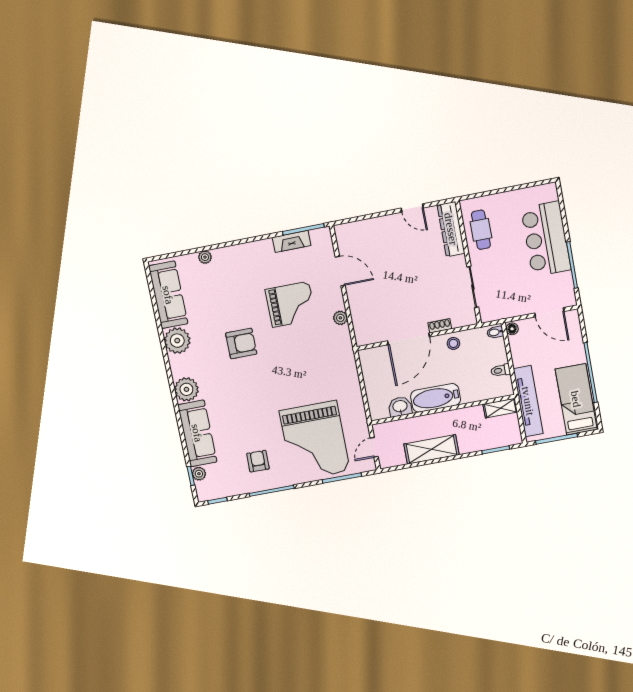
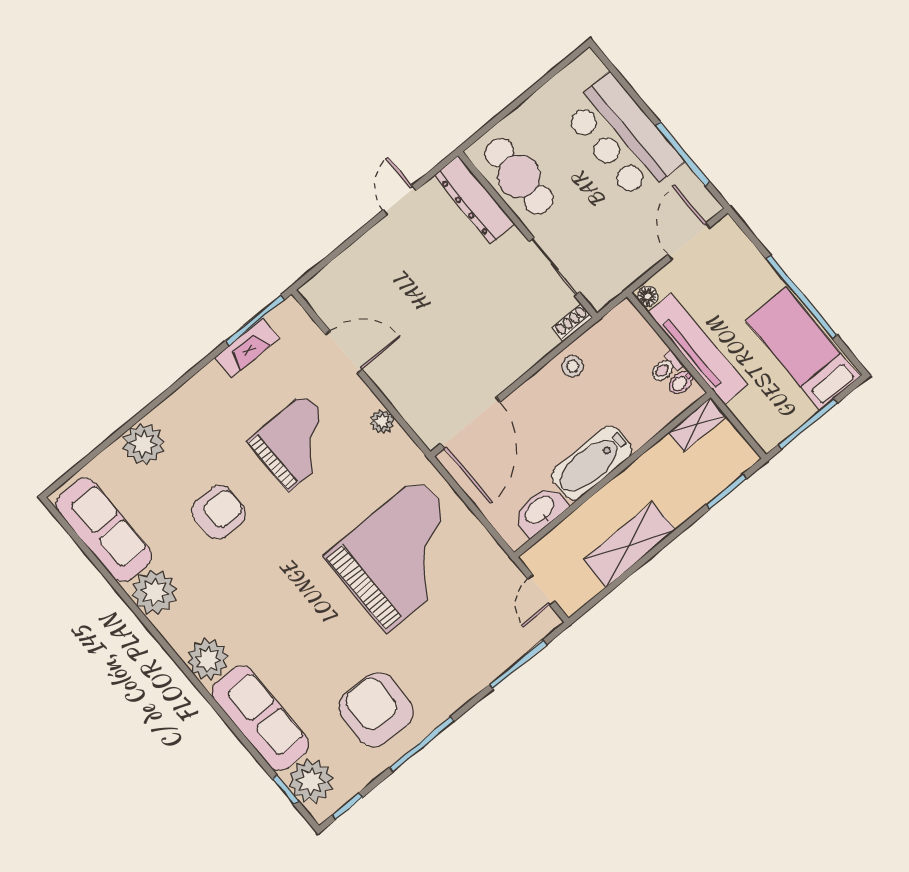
door: (412, 208) -> (399, 200), swing flipped
cafe table: (481, 230) -> (519, 176), width x1.37, depth x1.35
plant: (205, 257) -> (143, 444), width x1.87, depth x1.87
door: (549, 312) -> (689, 241), swing flipped
shoe rack: (440, 326) -> (572, 322), moved
bidet: (495, 332) -> (681, 382), moved
door: (408, 339) -> (470, 423), moved
armchair: (241, 343) -> (219, 512), moved
tv unit: (528, 401) -> (698, 349), moved
washbasin: (400, 407) -> (540, 511), width x1.38
grand piano: (315, 441) -> (403, 555), moved, turned -90
armchair: (258, 461) -> (376, 710), width x1.88, depth x1.88
plant: (199, 474) -> (311, 781), width x1.87, depth x1.87

